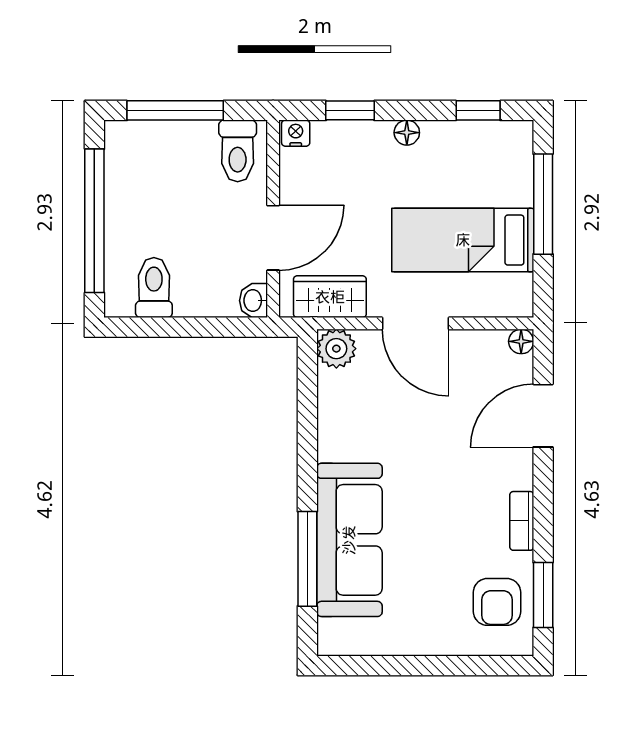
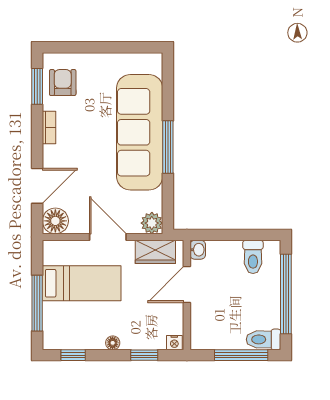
toilet: (238, 151) -> (264, 339), moved, turned -90
floor lamp: (521, 341) -> (55, 221), width x1.89, depth x1.89
sofa: (349, 540) -> (140, 132), width x1.36, depth x1.27
window: (307, 559) -> (168, 147), moved

